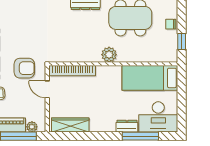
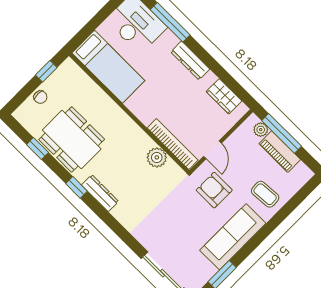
plant: (109, 55) -> (157, 157), moved
wardrobe: (70, 125) -> (224, 96), width x0.67
dresser: (127, 126) -> (190, 61), moved, width x1.44

